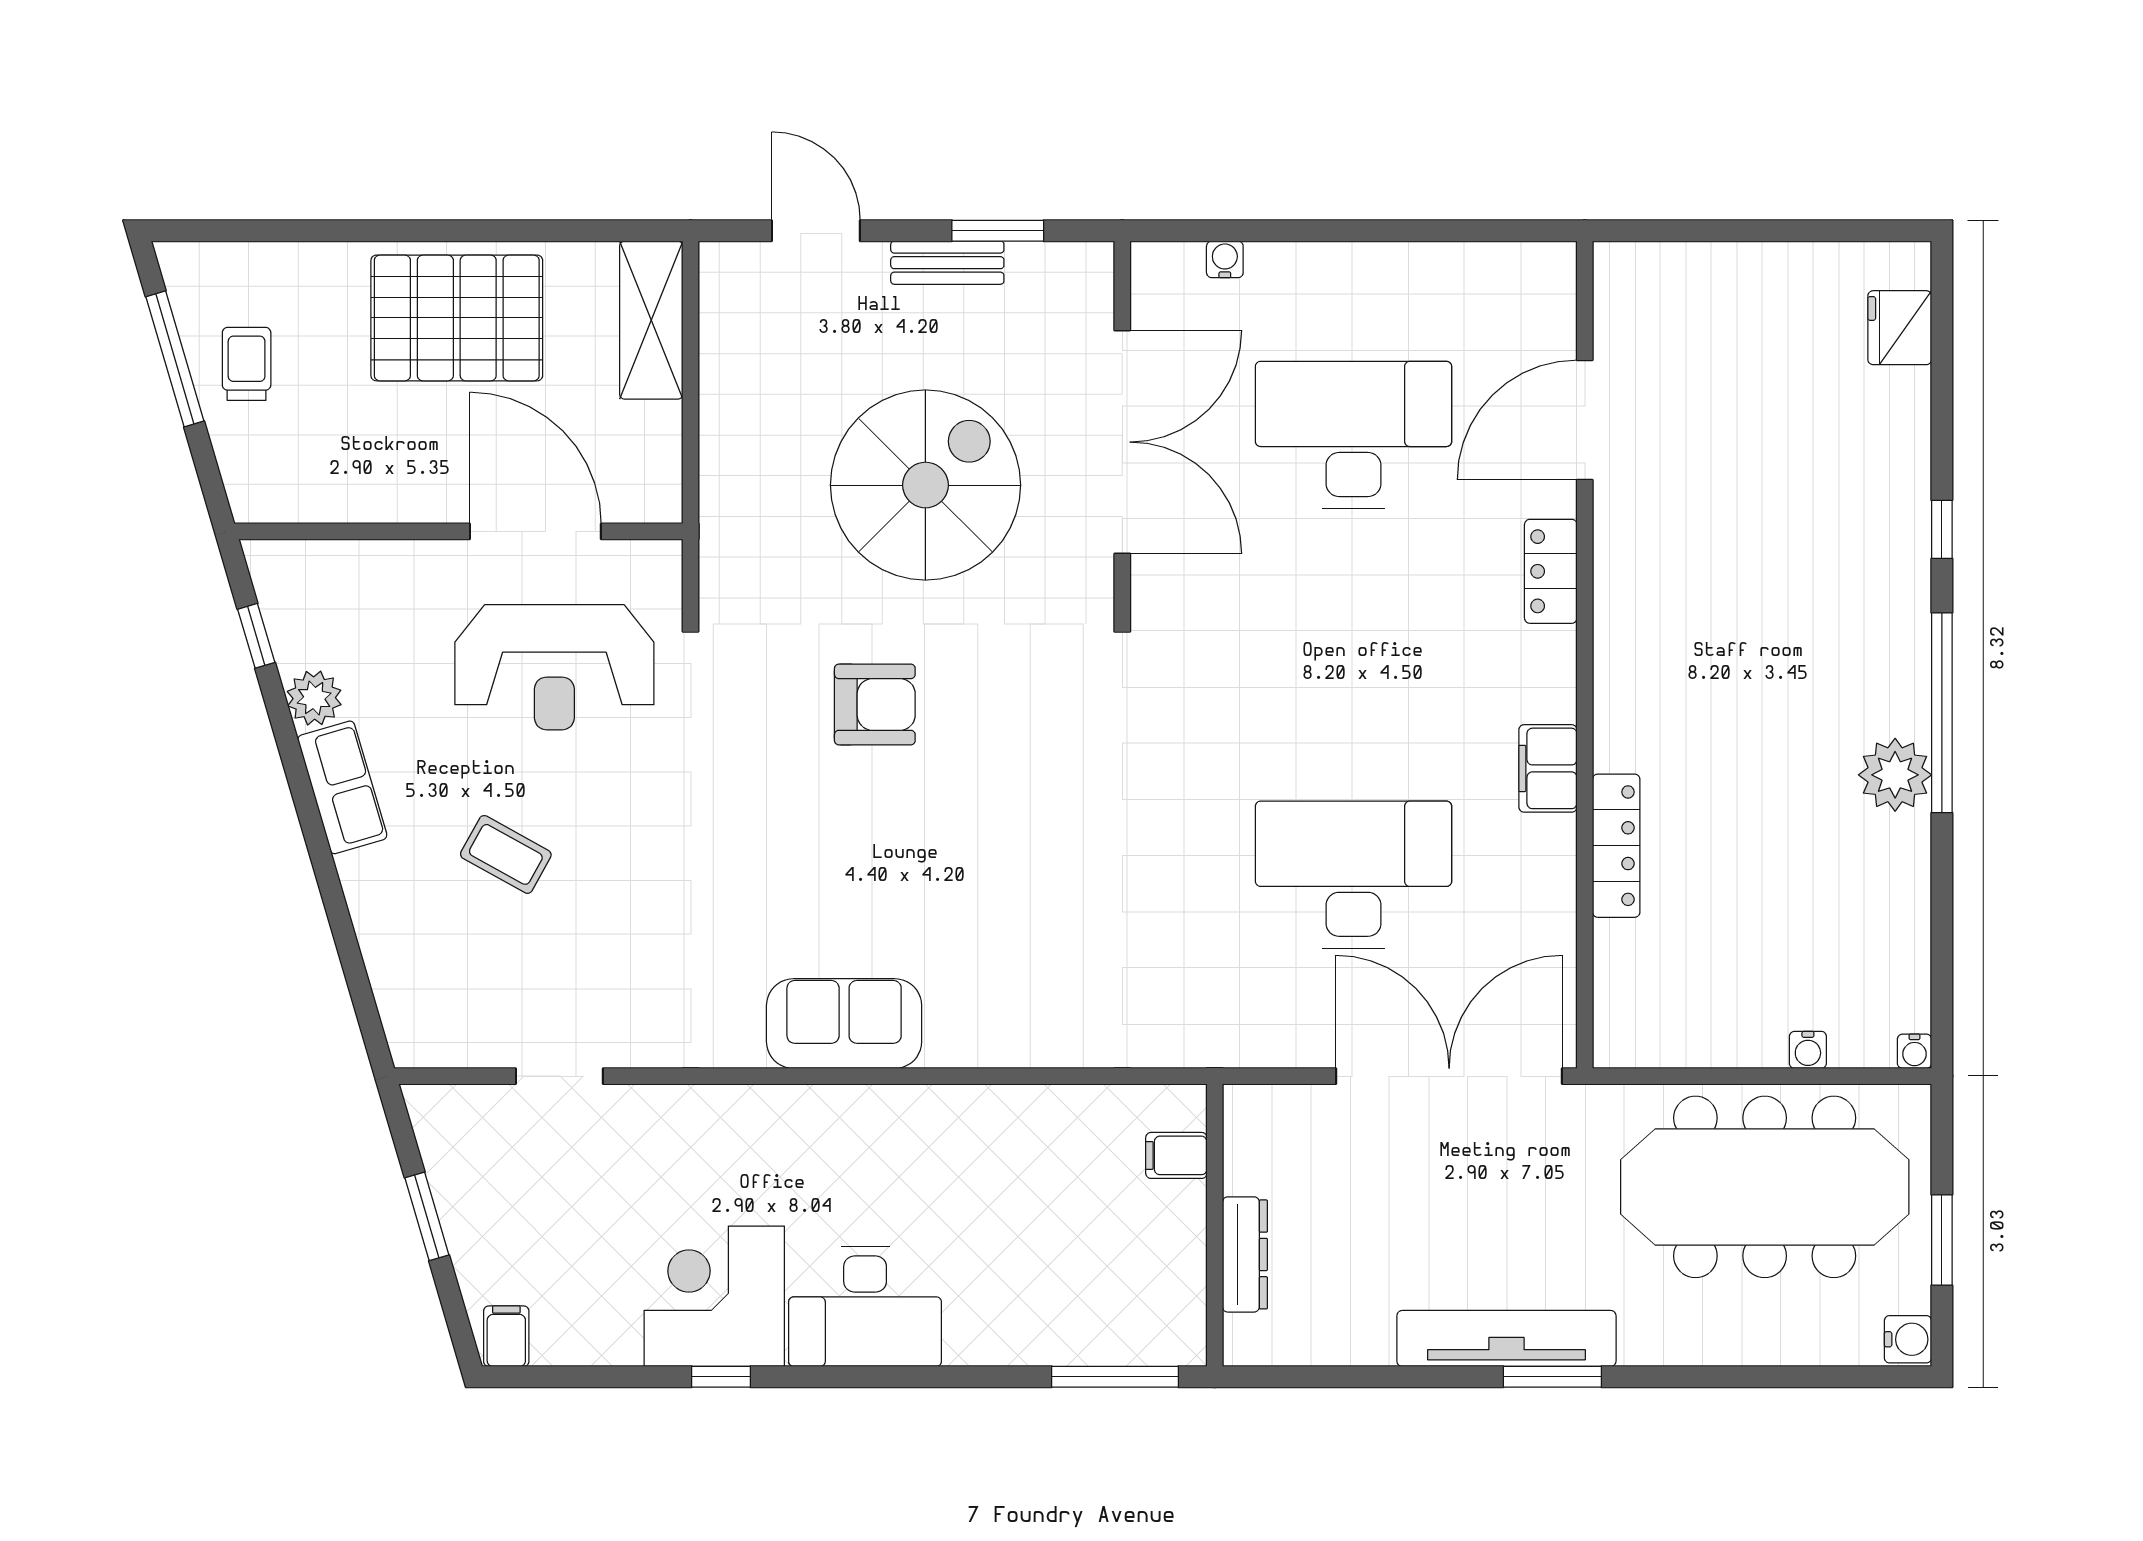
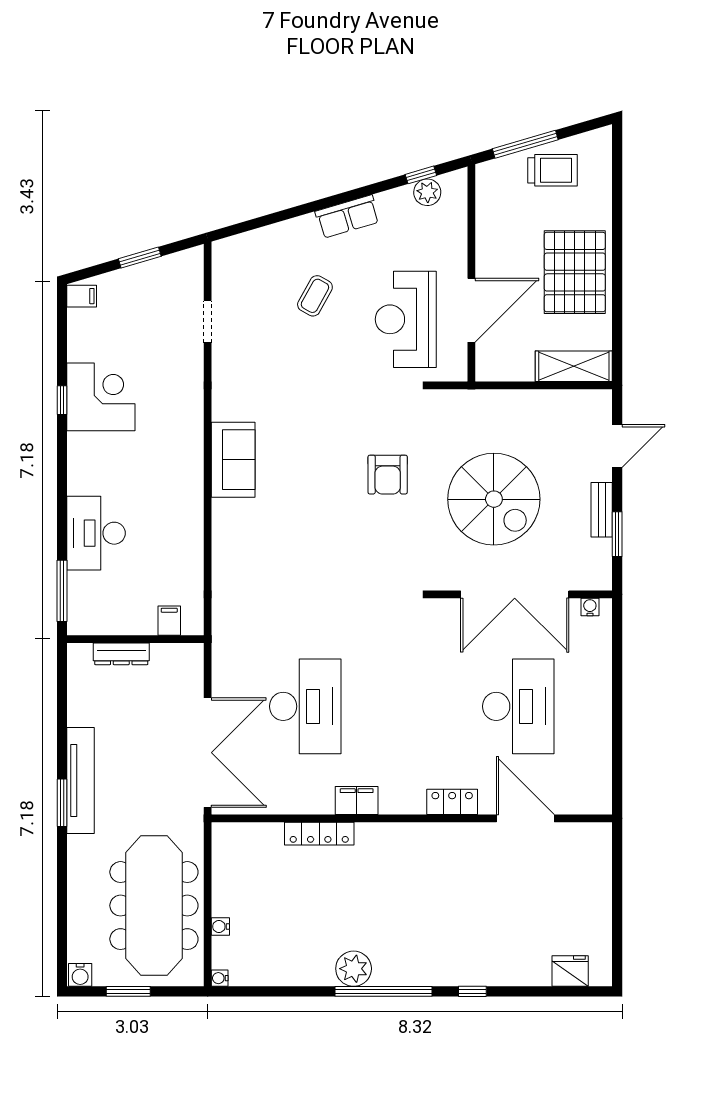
water cooler: (1225, 259) -> (590, 607), moved, turned -90
window: (175, 359) -> (525, 144), moved
trolley: (247, 364) -> (553, 170), width x1.36, depth x1.39
plant: (314, 698) -> (427, 192), moved
desk: (865, 1306) -> (96, 533), moved

